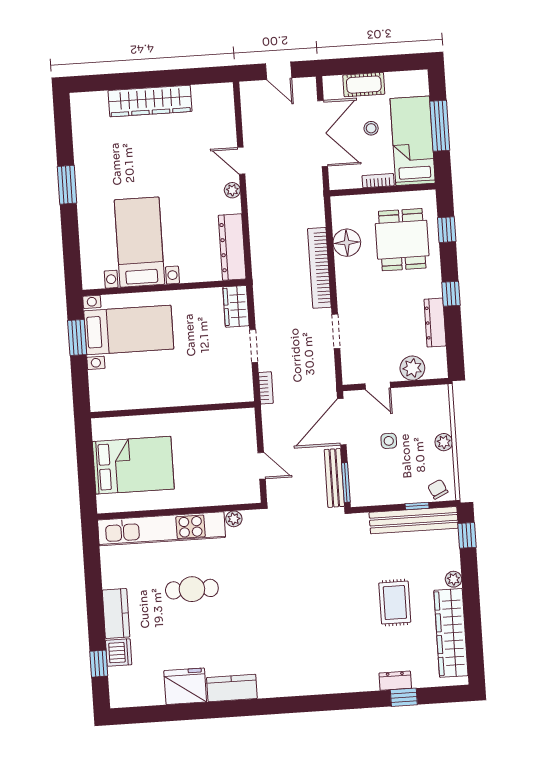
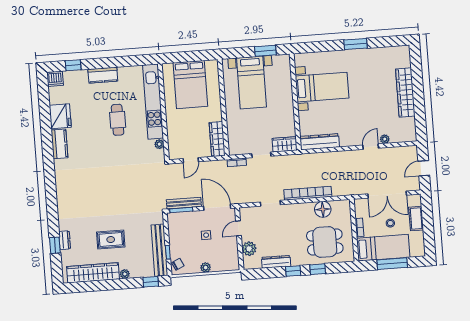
plant: (232, 190) -> (385, 139), moved
window: (447, 230) -> (318, 269), moved
bed with nightstands: (129, 330) -> (251, 83), moved
wardrobe: (226, 421) -> (217, 139), added
dishwasher: (119, 653) -> (55, 79), moved

